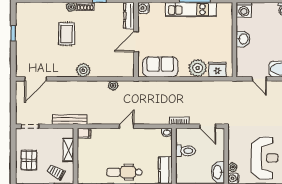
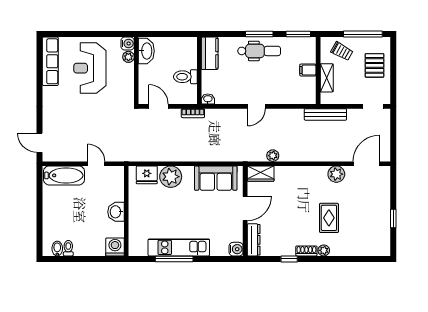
plant: (83, 70) -> (336, 174), moved
wardrobe: (123, 71) -> (261, 174), added
filing cabinet: (84, 133) -> (308, 70), moved

